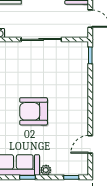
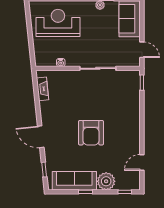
armchair: (34, 111) -> (91, 133), turned -90
plant: (46, 170) -> (106, 181), width x1.88, depth x1.88

